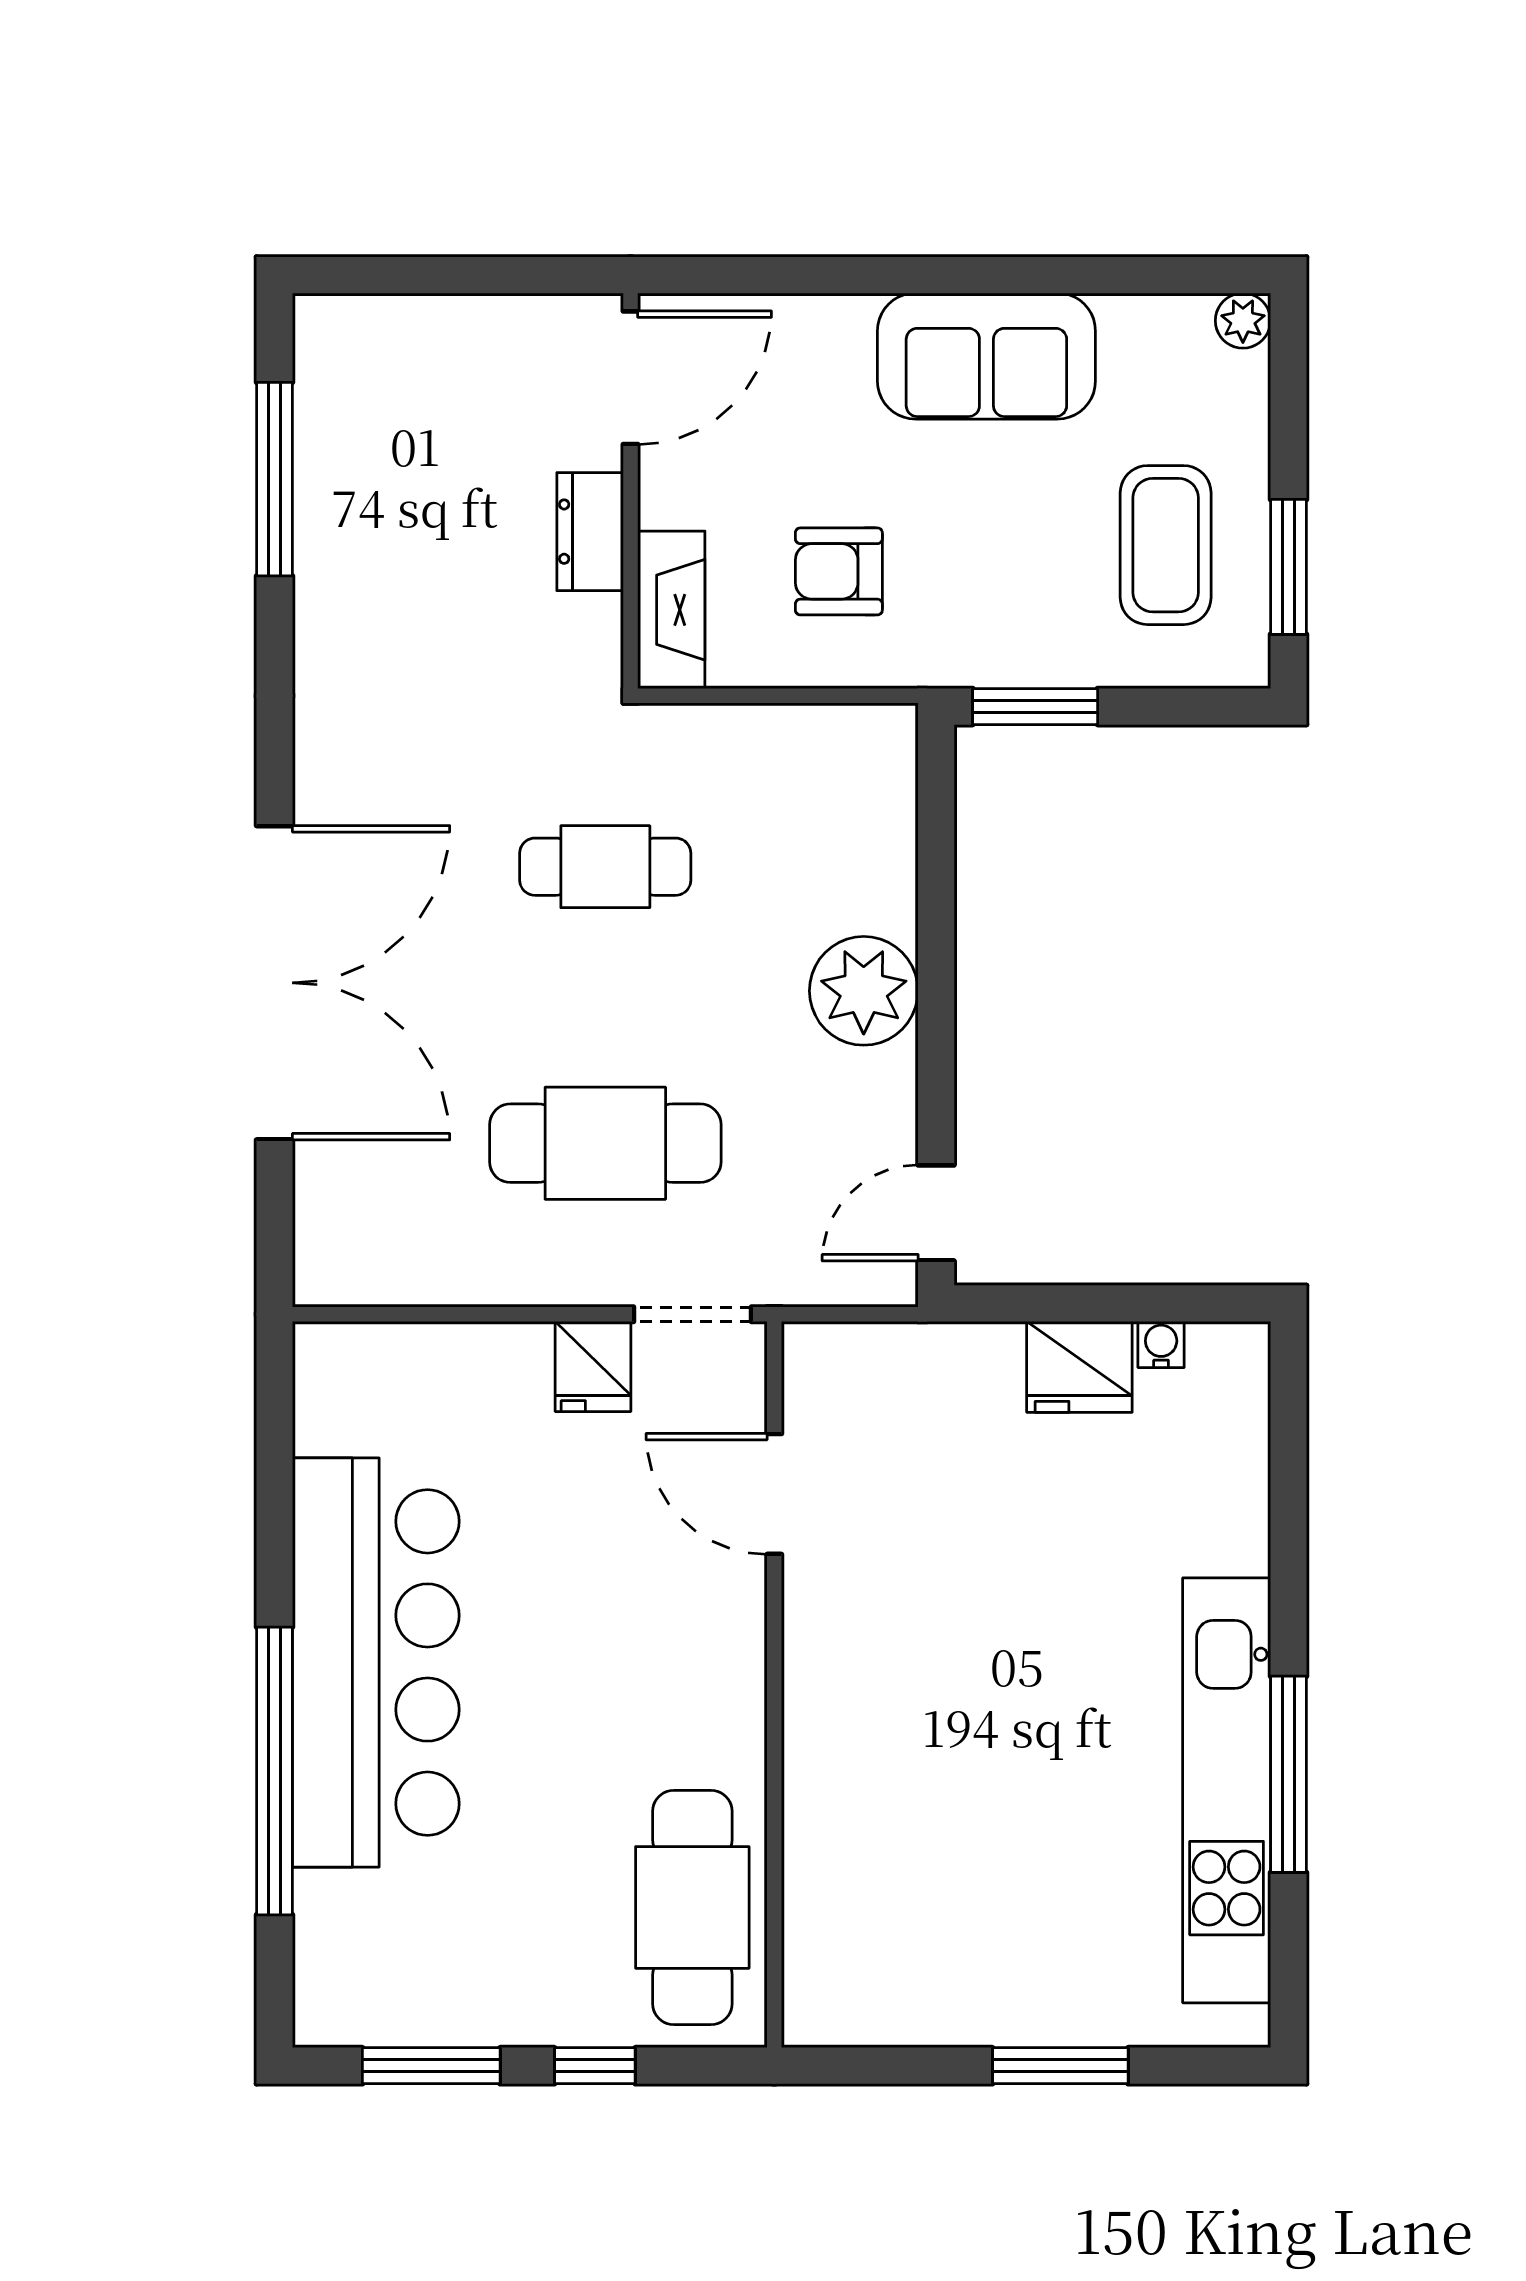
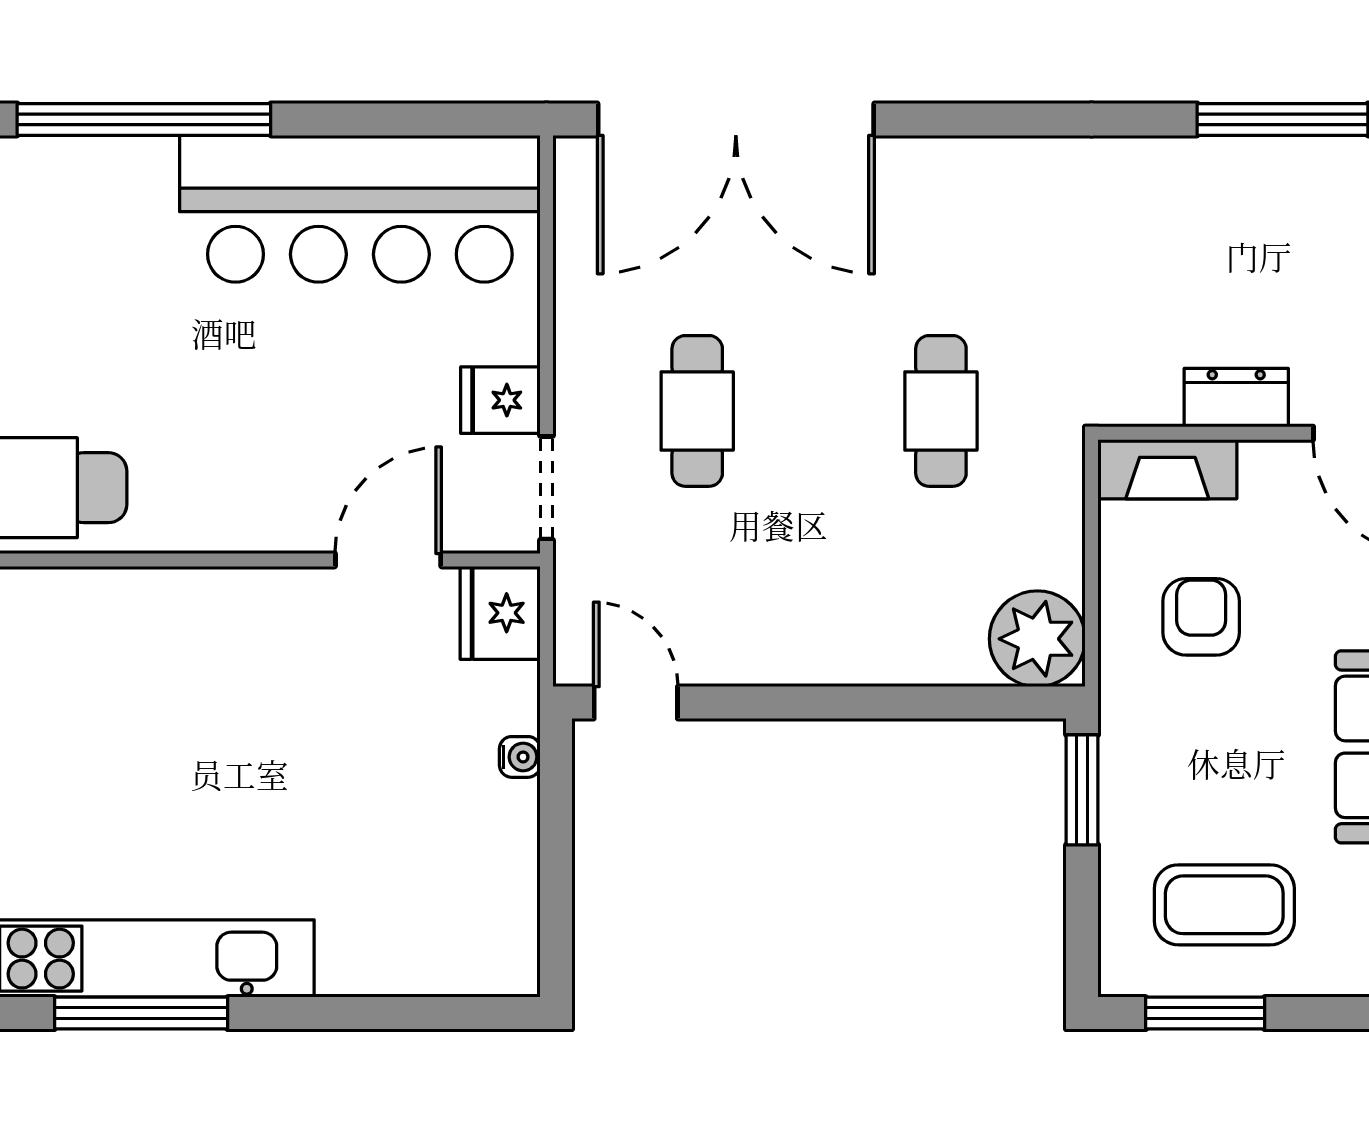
double door: (275, 983) -> (736, 119), moved
plant: (864, 991) -> (1037, 639), moved
cafe table: (605, 1143) -> (697, 411), width x0.73, depth x0.74
water cooler: (1161, 1344) -> (520, 757), moved
fridge: (1079, 1367) -> (500, 613), moved
bar counter: (376, 1662) -> (360, 209), moved

